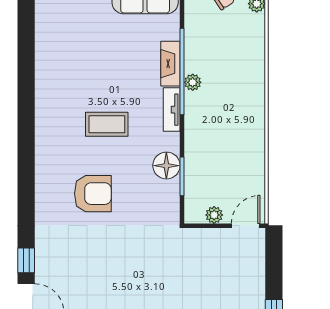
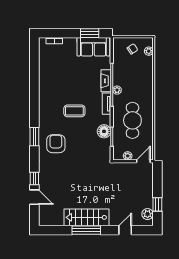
cafe table: (224, 143) -> (132, 120), added
window: (26, 176) -> (34, 137), added
armchair: (93, 194) -> (56, 144), moved, turned -90

